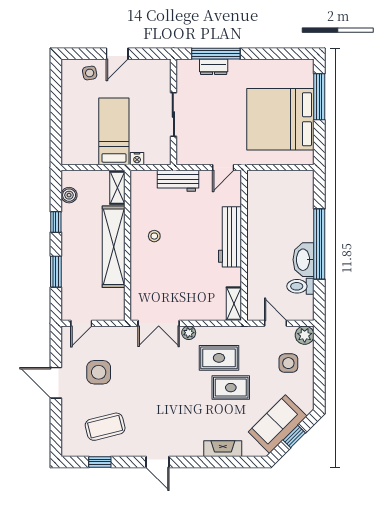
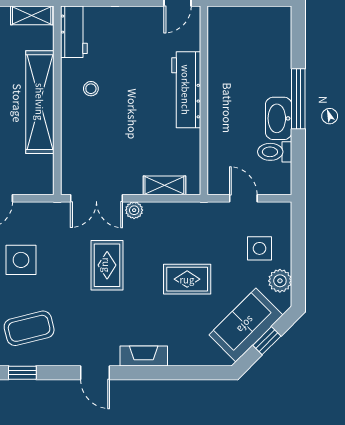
workbench: (178, 181) -> (74, 32), moved, turned -90
shelving: (117, 188) -> (32, 15), moved, turned 90
window: (319, 244) -> (298, 99), width x0.68
shelving: (234, 304) -> (164, 185), moved, turned 90
plant: (305, 335) -> (280, 281), moved
rug: (219, 358) -> (107, 265), moved, turned 90
fireplace: (223, 449) -> (144, 356), moved

